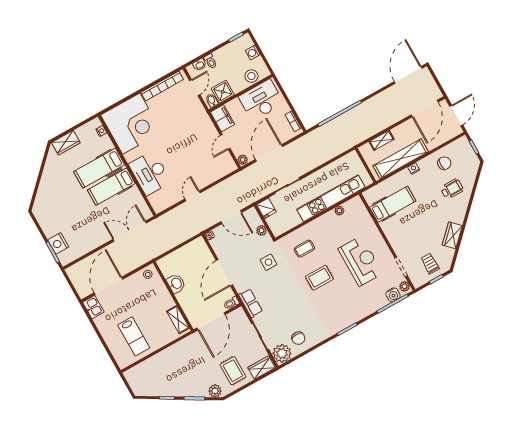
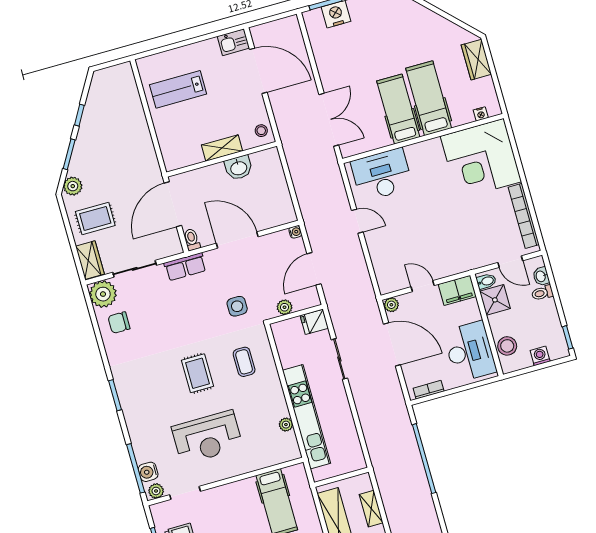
desk: (150, 173) -> (382, 175), moved
shelving: (178, 320) -> (222, 148), moved
door: (211, 321) -> (173, 204), hinge flipped

